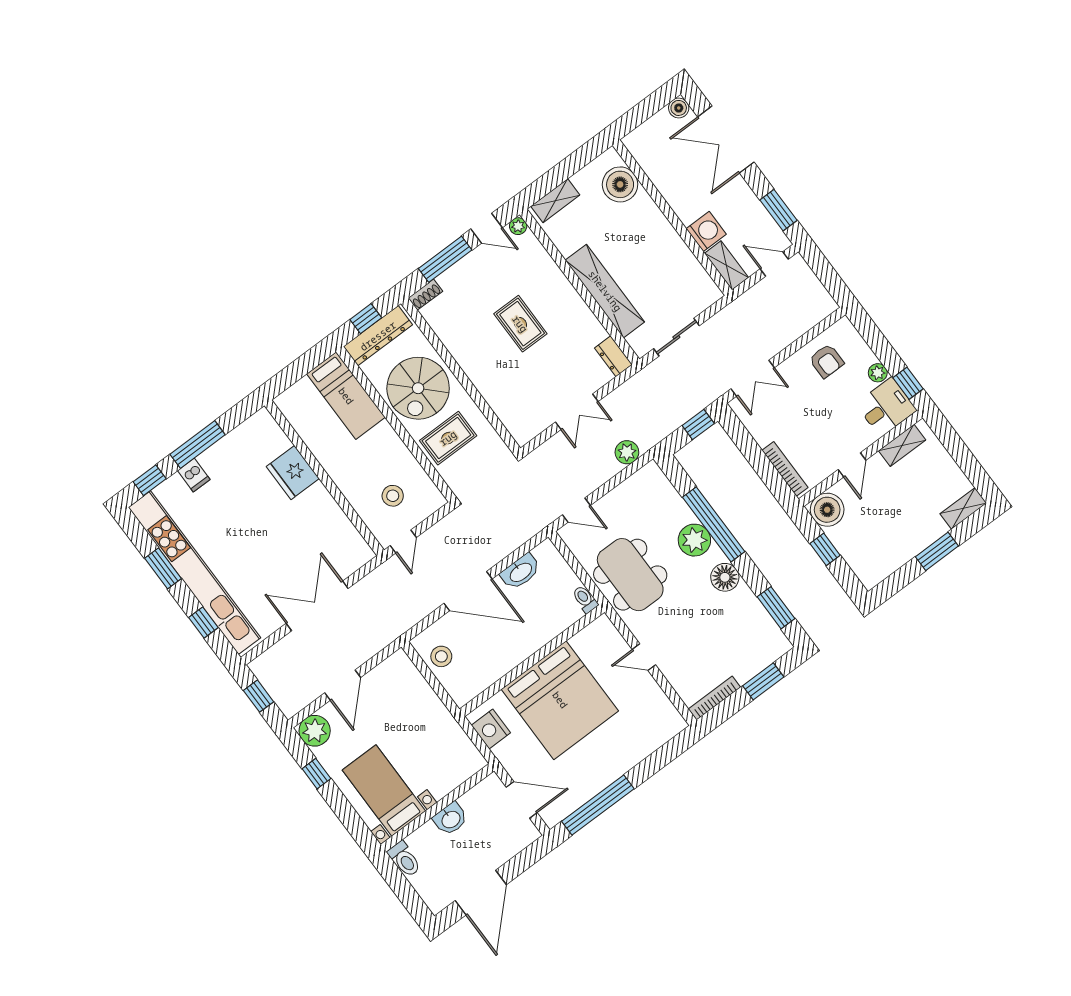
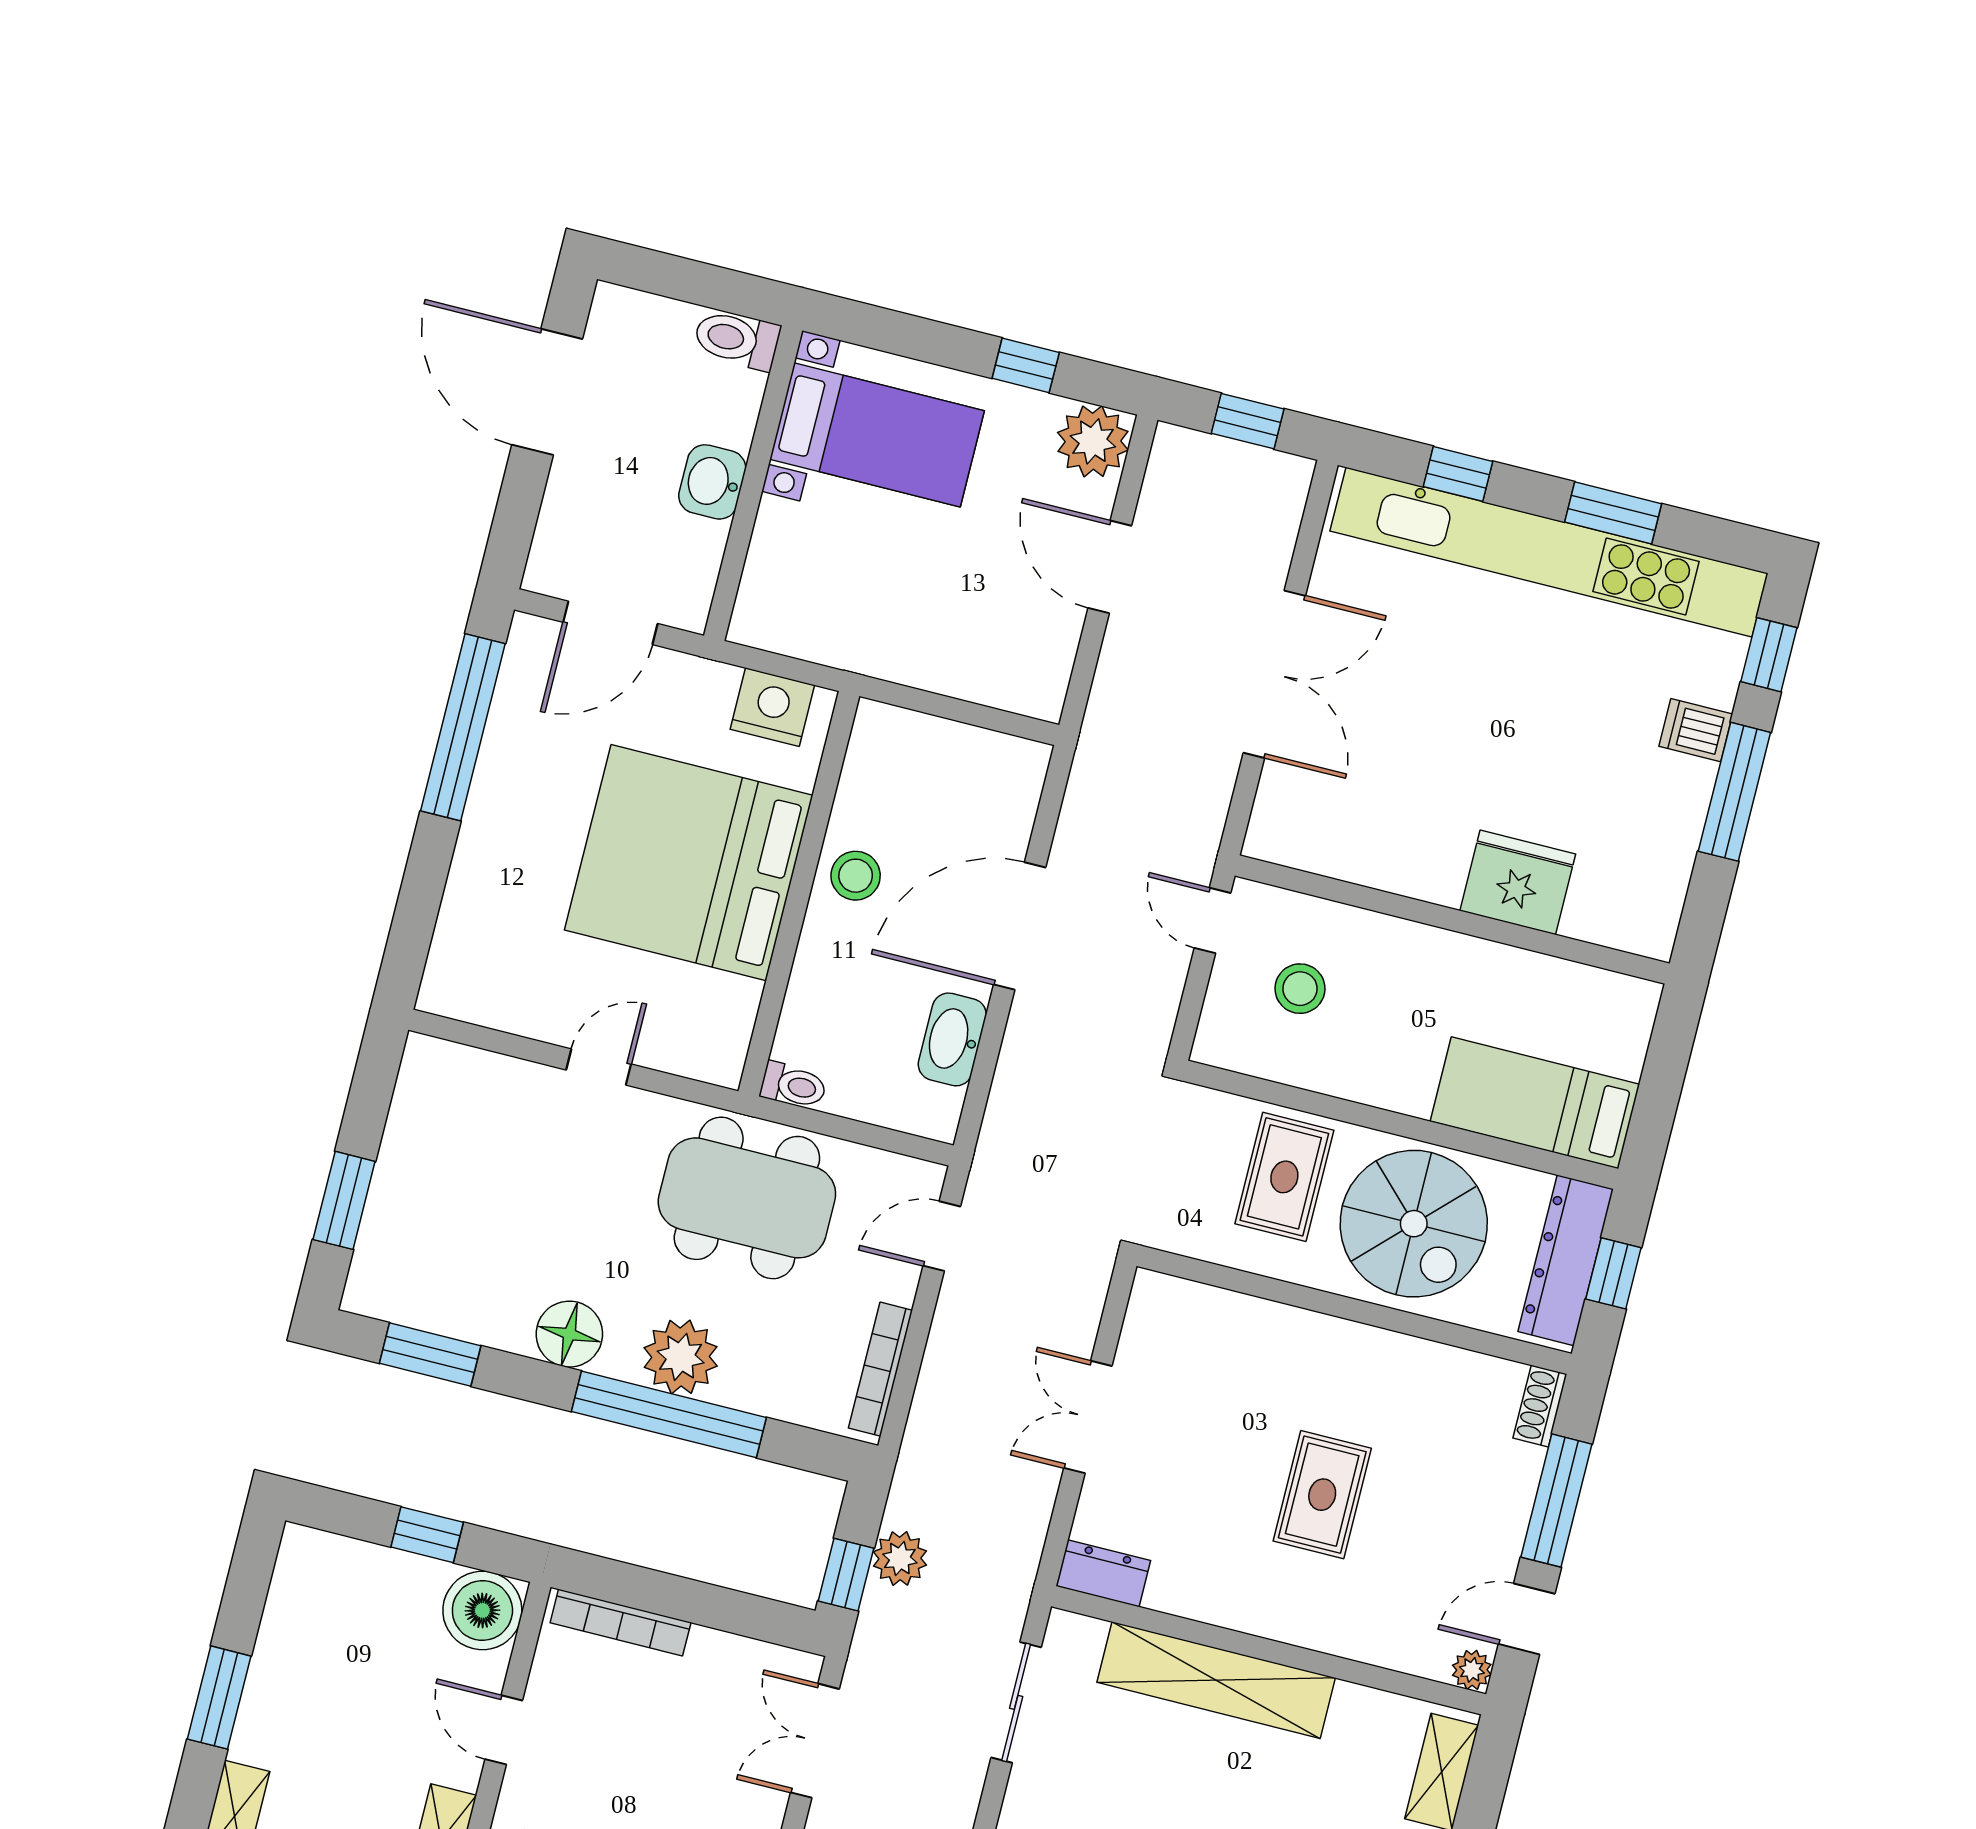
rug: (520, 324) -> (1322, 1495), turned 90
spiral stairs: (418, 388) -> (1414, 1224), turned 180
plant: (627, 452) -> (900, 1558), moved
stool: (441, 656) -> (856, 876), moved
bookcase: (714, 698) -> (880, 1369), moved, turned 180

